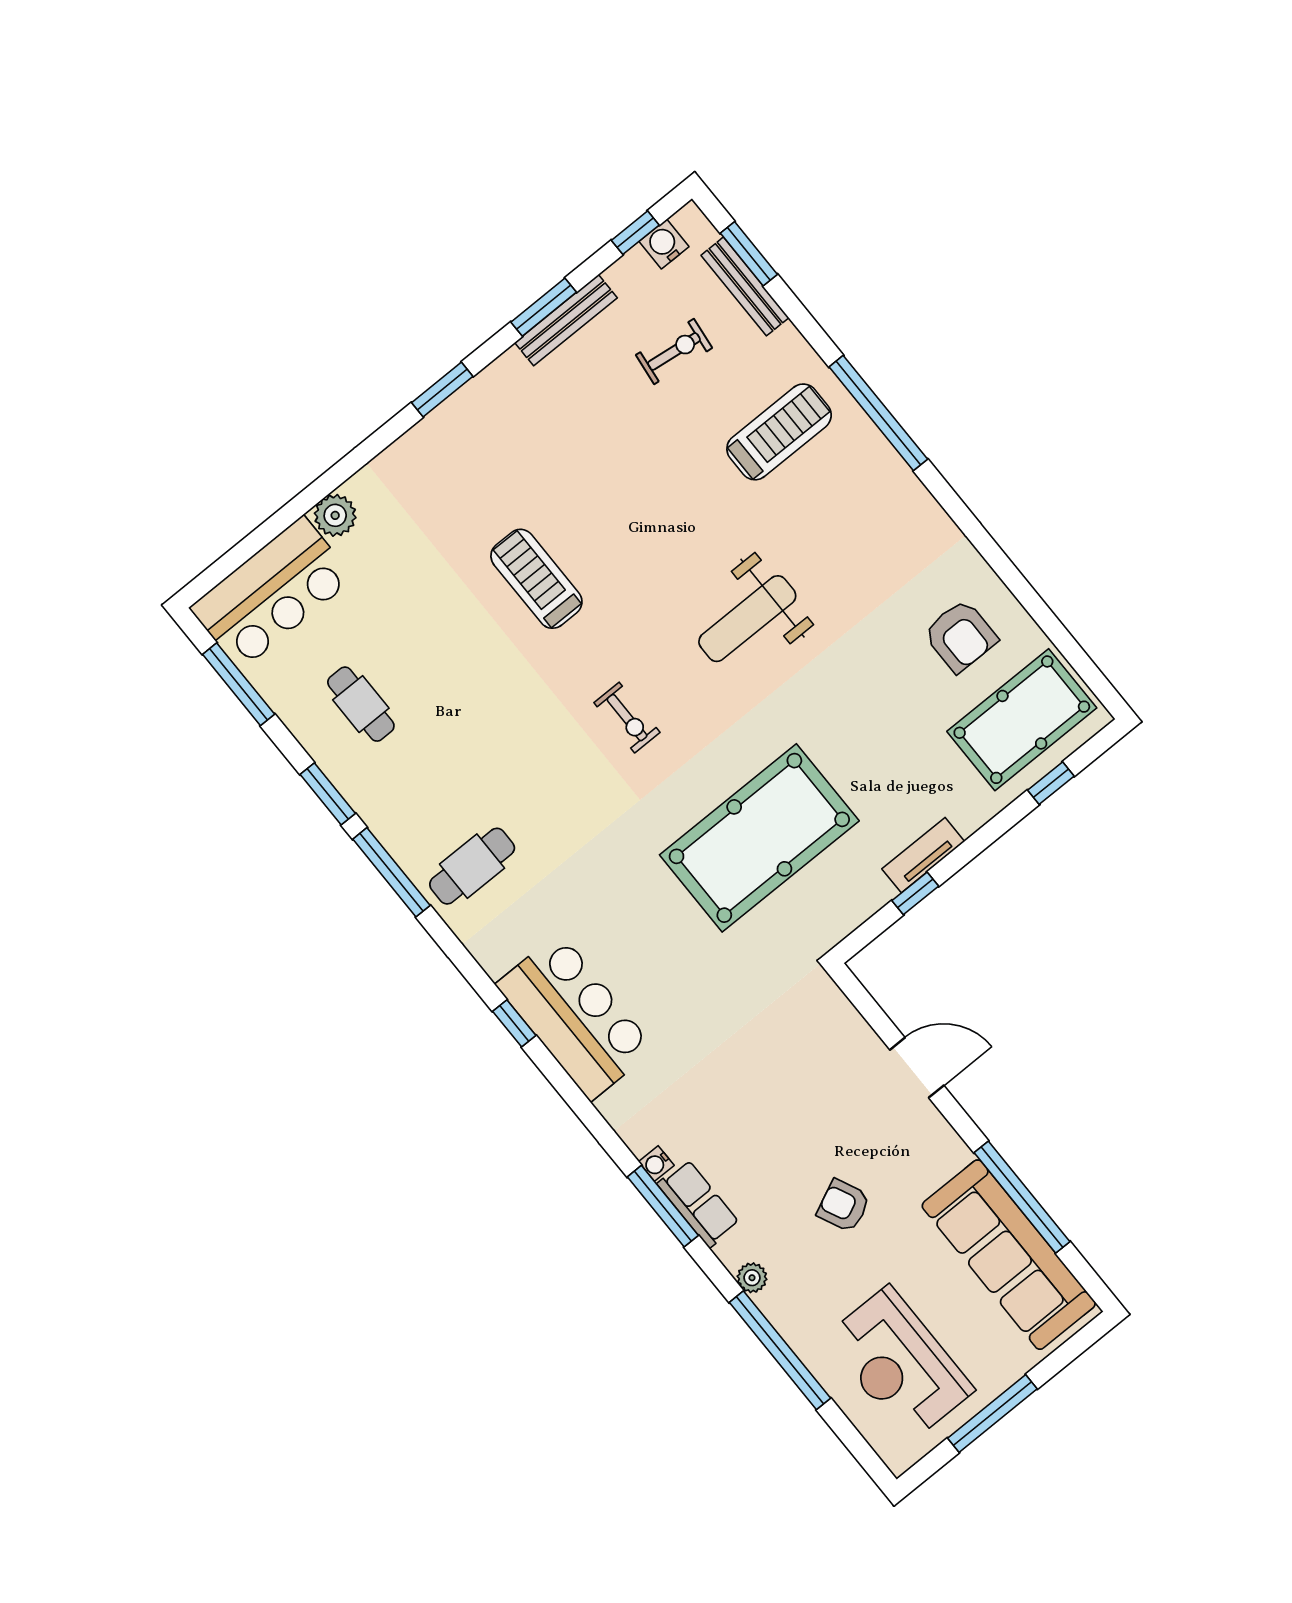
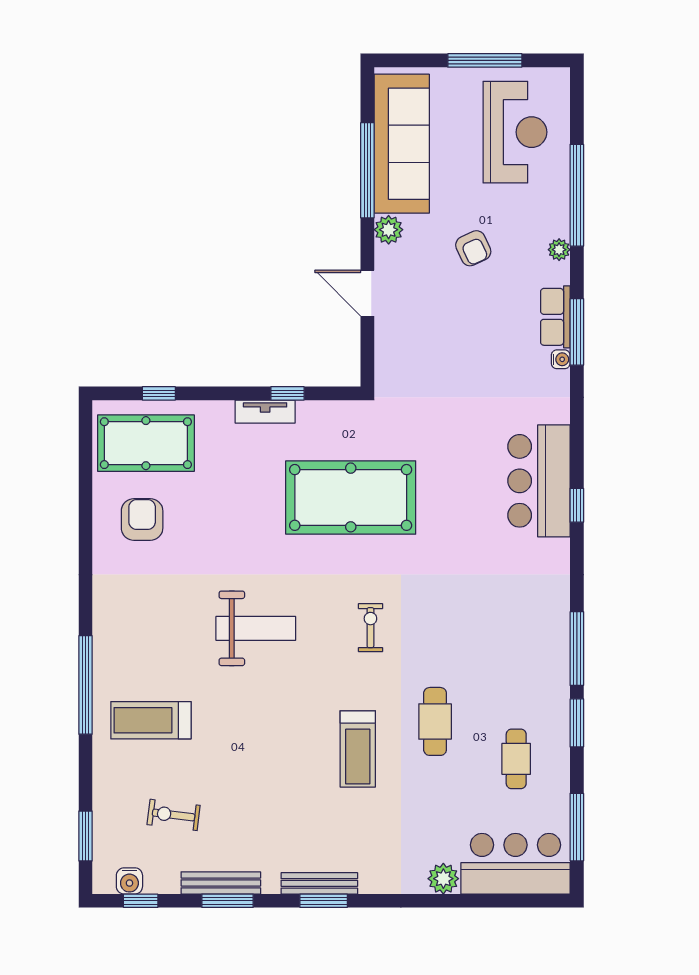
bench: (745, 286) -> (319, 883), moved, turned 90
cafe table: (472, 866) -> (435, 721), moved, turned 90
plant: (949, 1153) -> (389, 230), added

